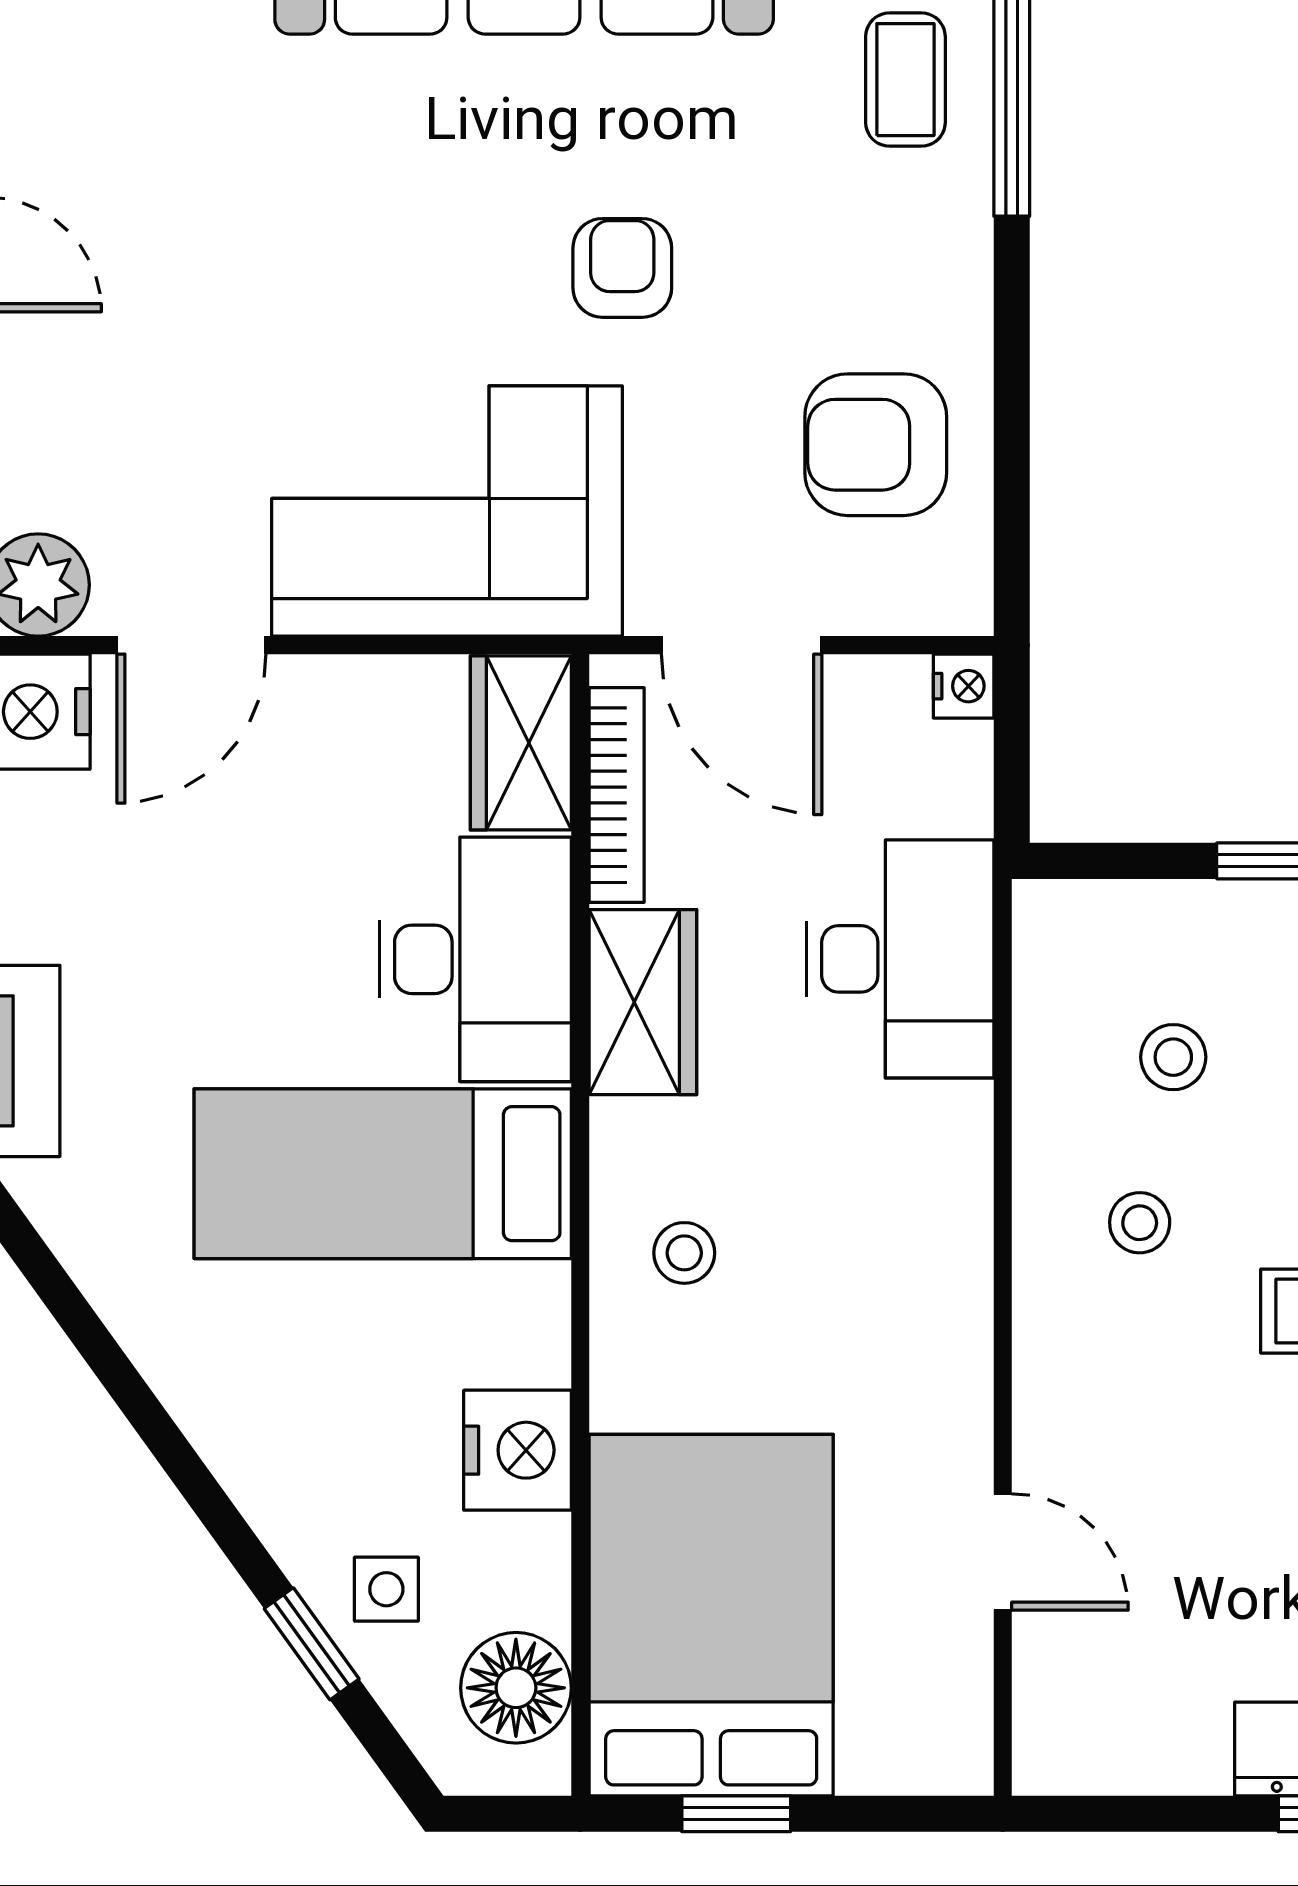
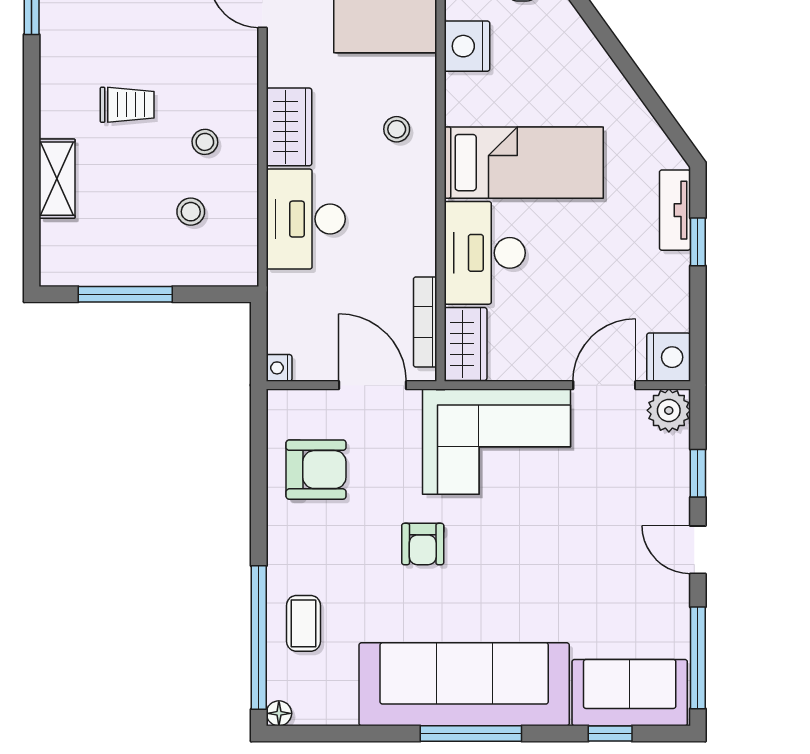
desk: (900, 959) -> (306, 219), moved
wardrobe: (643, 1002) -> (289, 127), moved, turned 180

